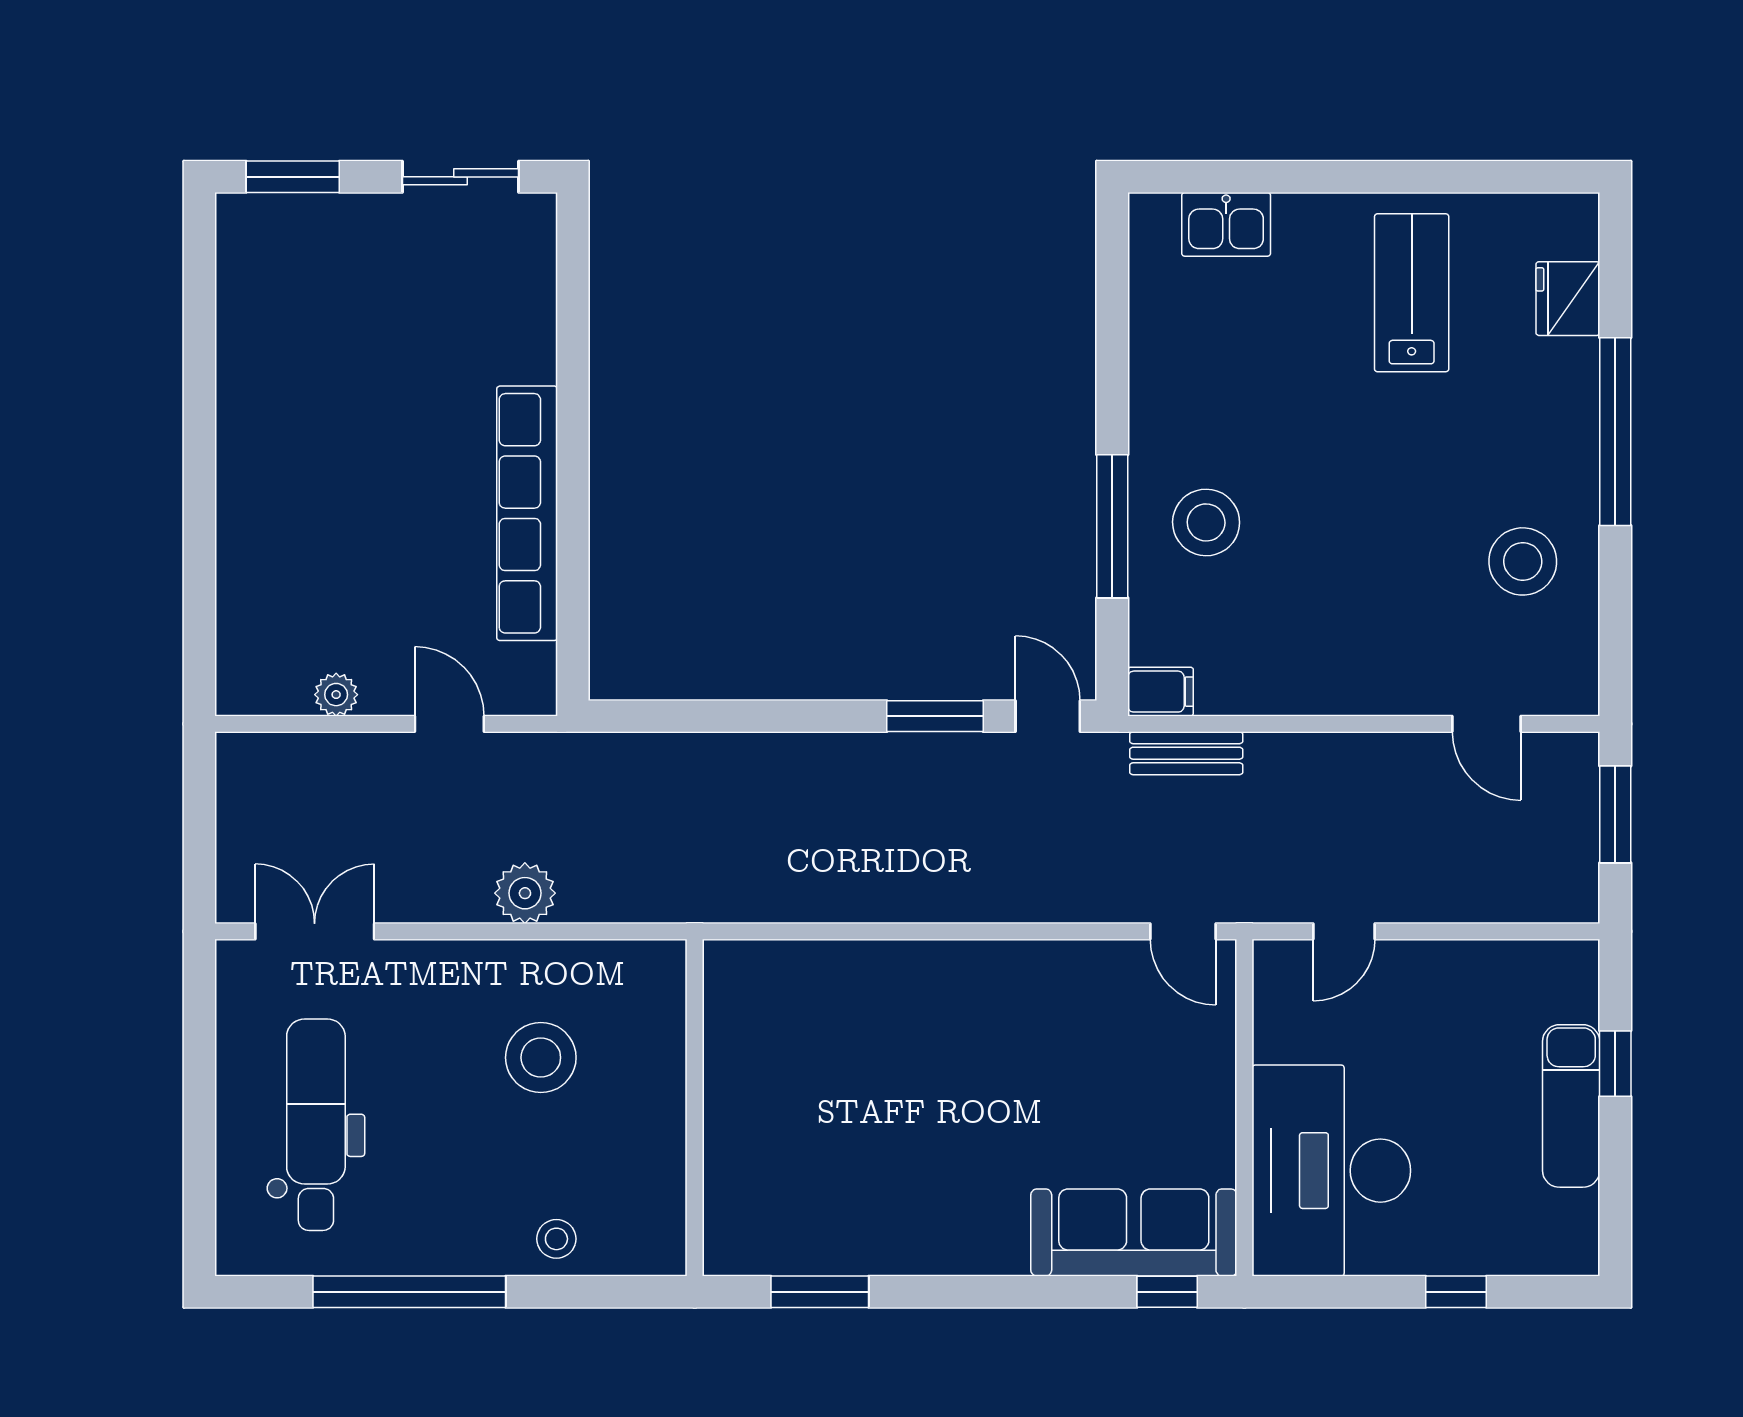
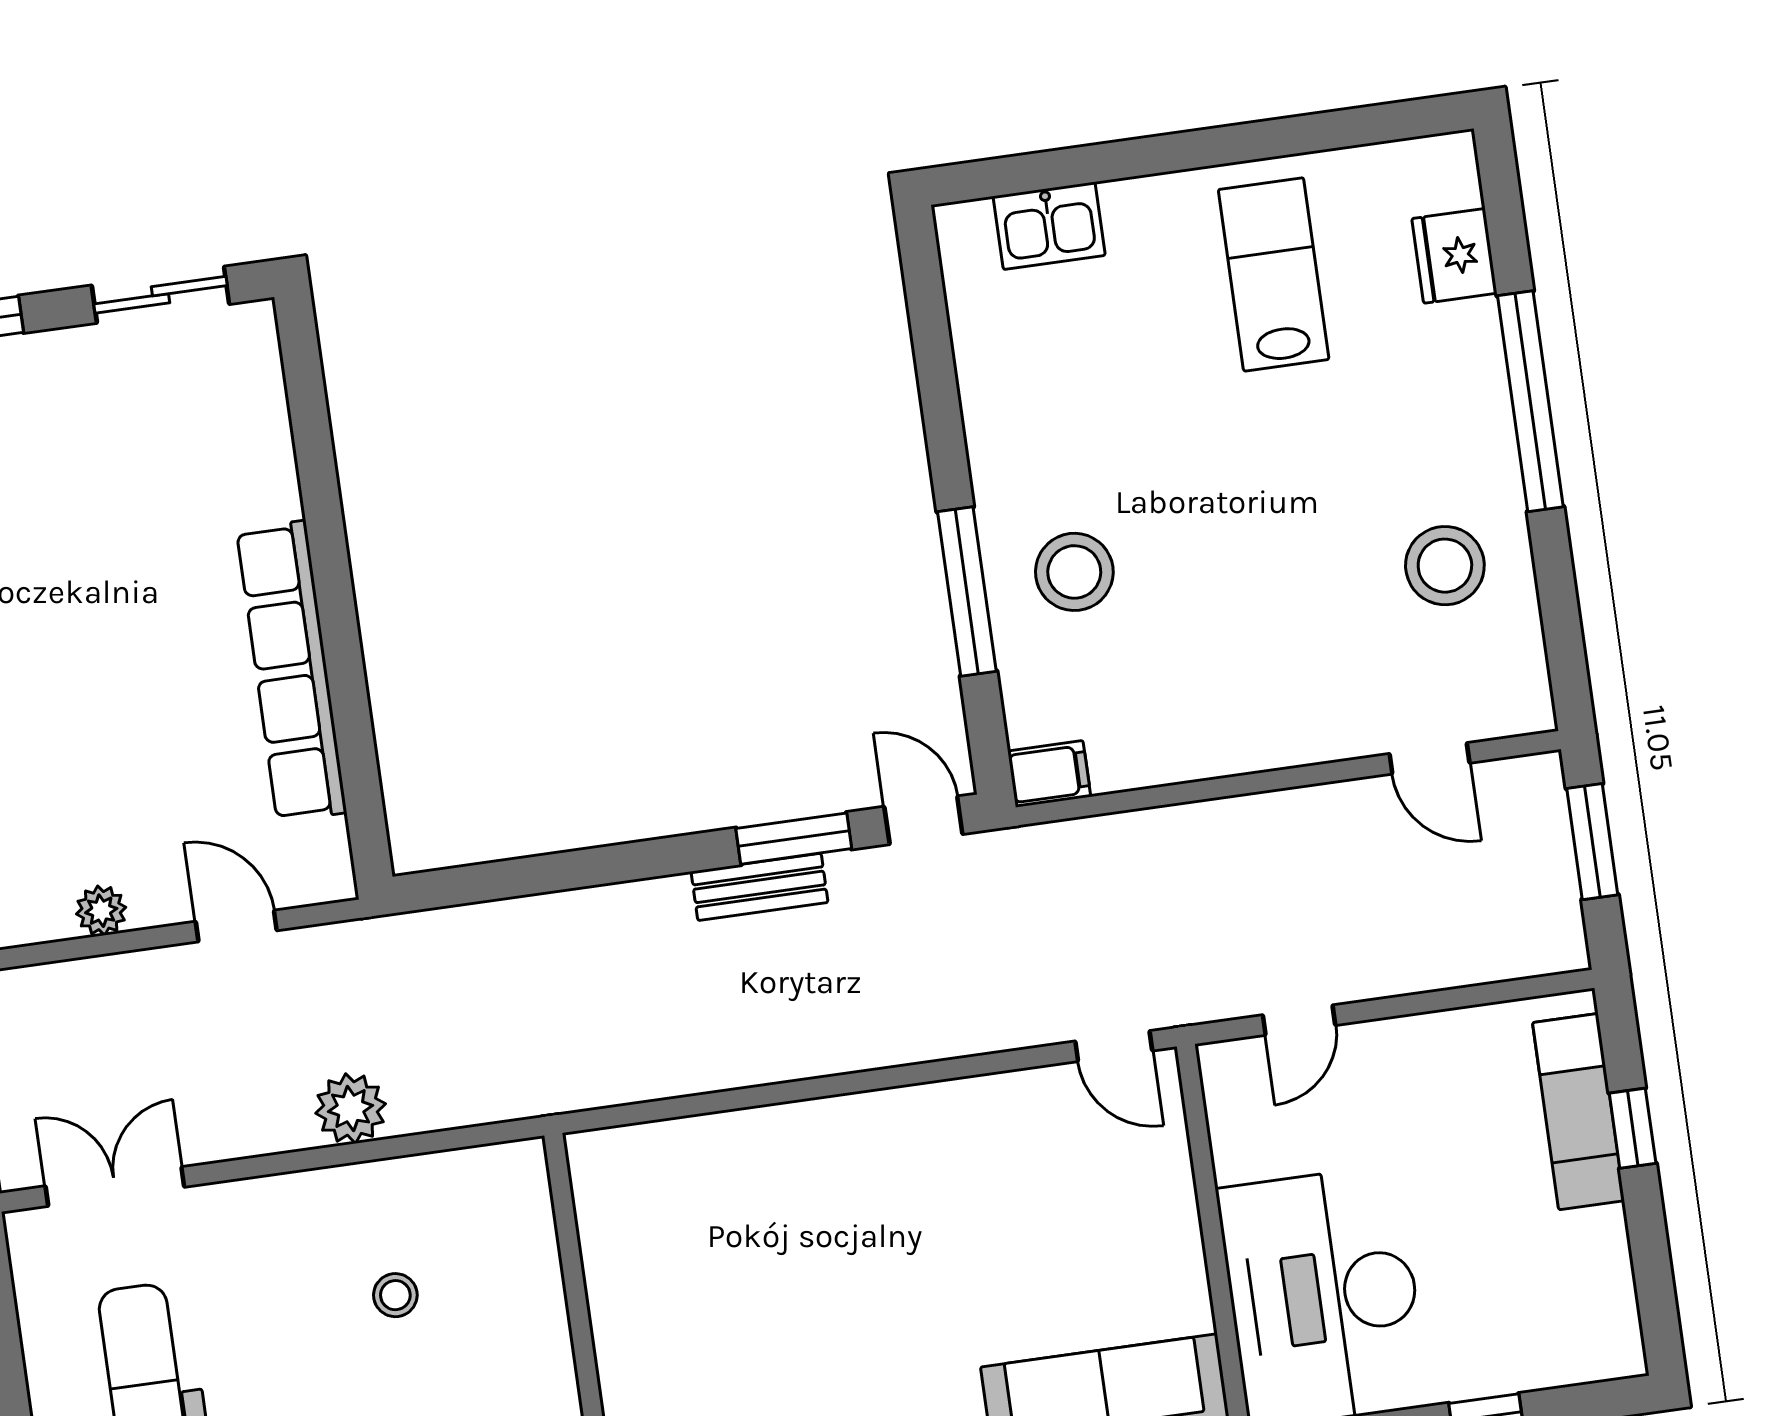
bench: (1186, 753) -> (760, 887), moved
stool: (541, 1058) -> (395, 1295), width x0.53, depth x0.53
exam couch: (1571, 1106) -> (1578, 1112), moved

